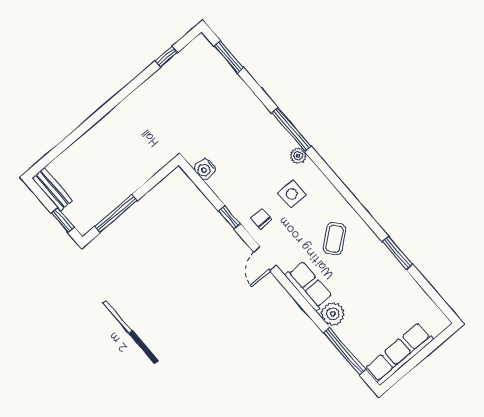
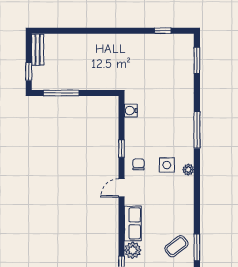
plant: (298, 156) -> (188, 170), moved
coffee table: (334, 239) -> (176, 246), moved

